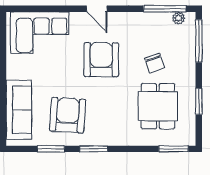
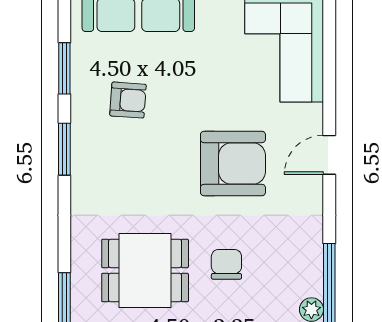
chair: (155, 63) -> (226, 264), turned 109
armchair: (68, 115) -> (128, 100), width x0.53, depth x0.53

